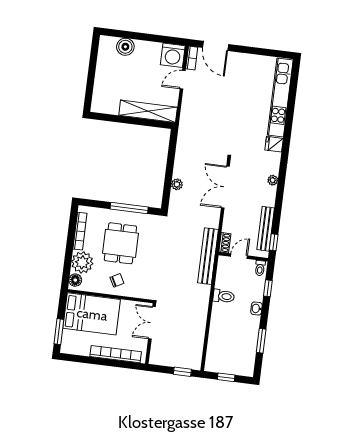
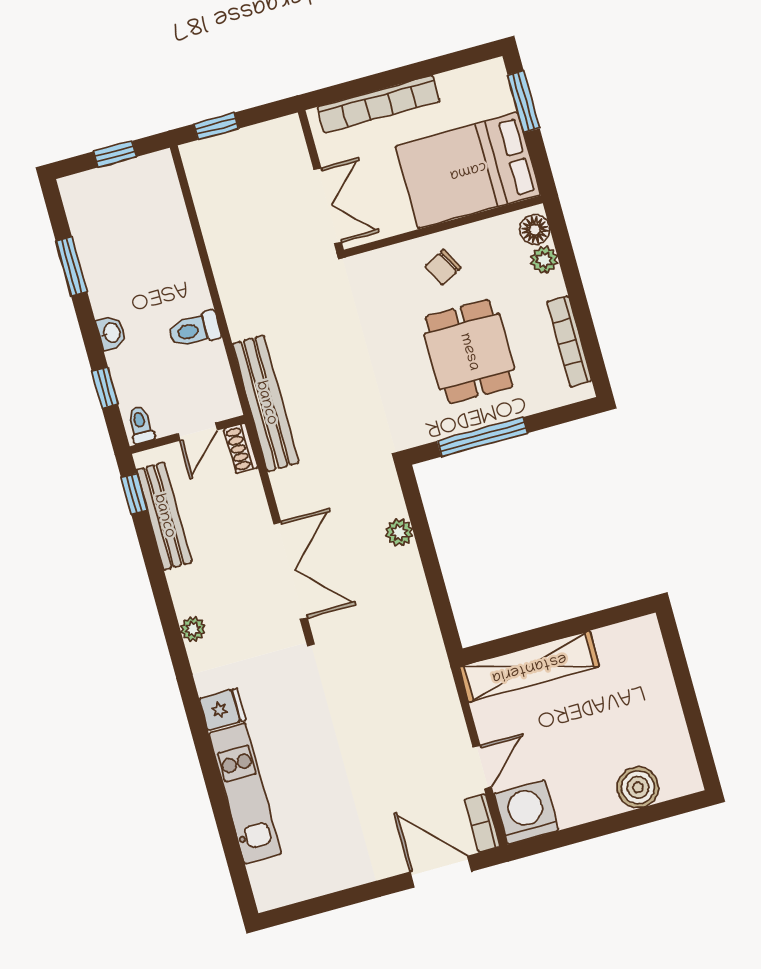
kitchen unit: (280, 98) -> (245, 794), width x0.73
plant: (82, 262) -> (544, 260), width x0.53, depth x0.53

